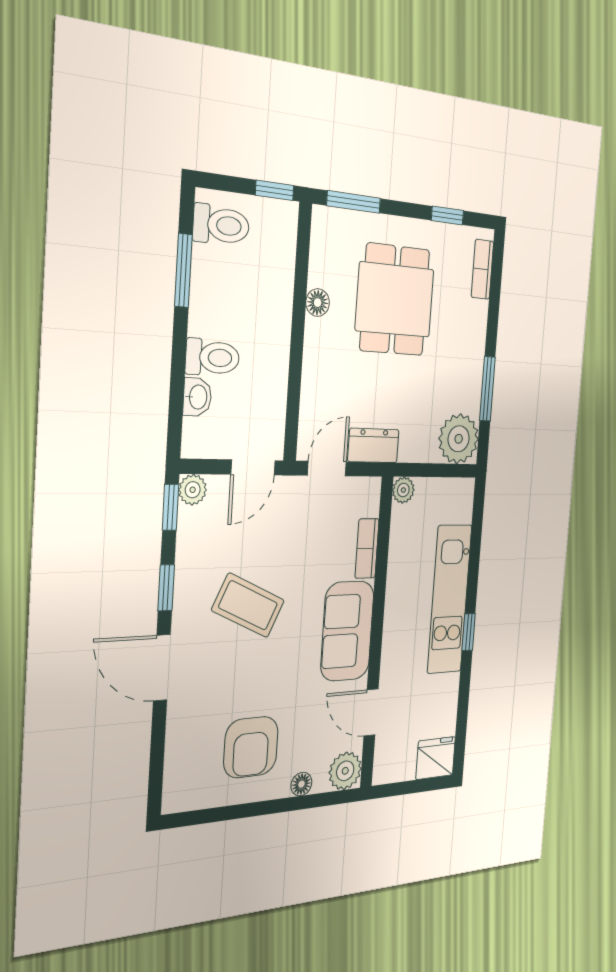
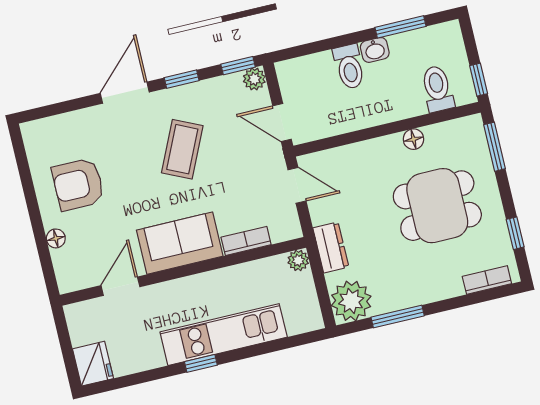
toilet: (221, 225) -> (437, 89), moved, turned 180
washbasin: (197, 397) -> (375, 50), moved
dresser: (373, 446) -> (331, 247), moved
plant: (345, 771) -> (71, 276), removed

